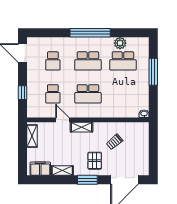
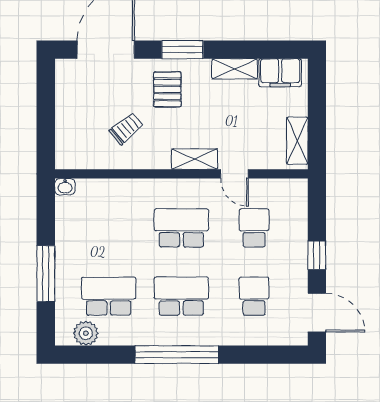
plant: (120, 43) -> (86, 333), moved
window: (23, 93) -> (317, 255), moved

